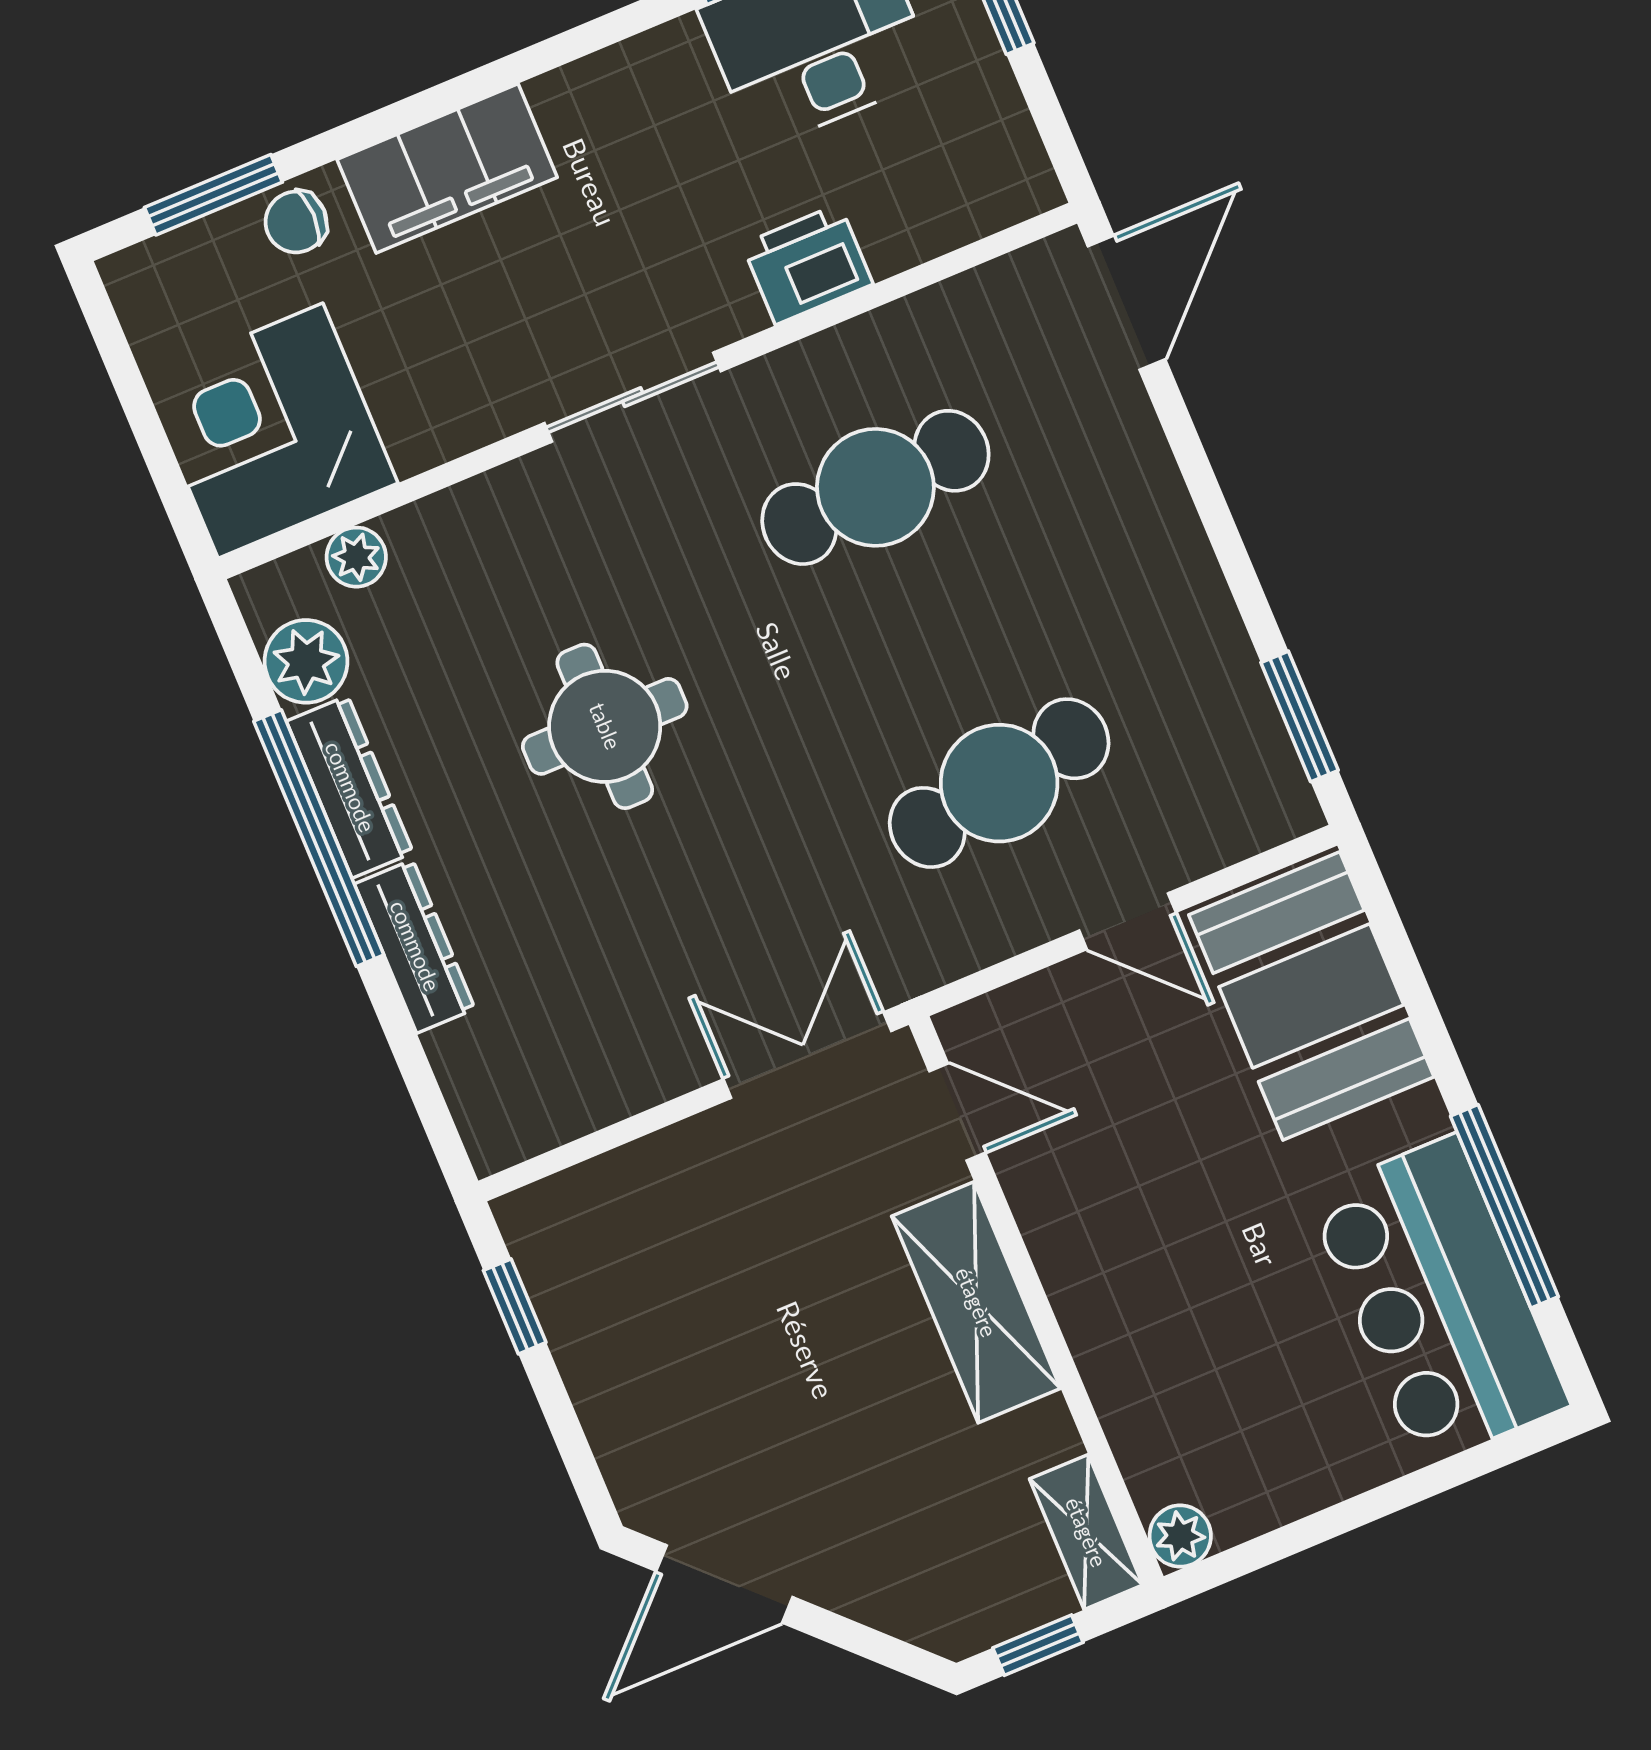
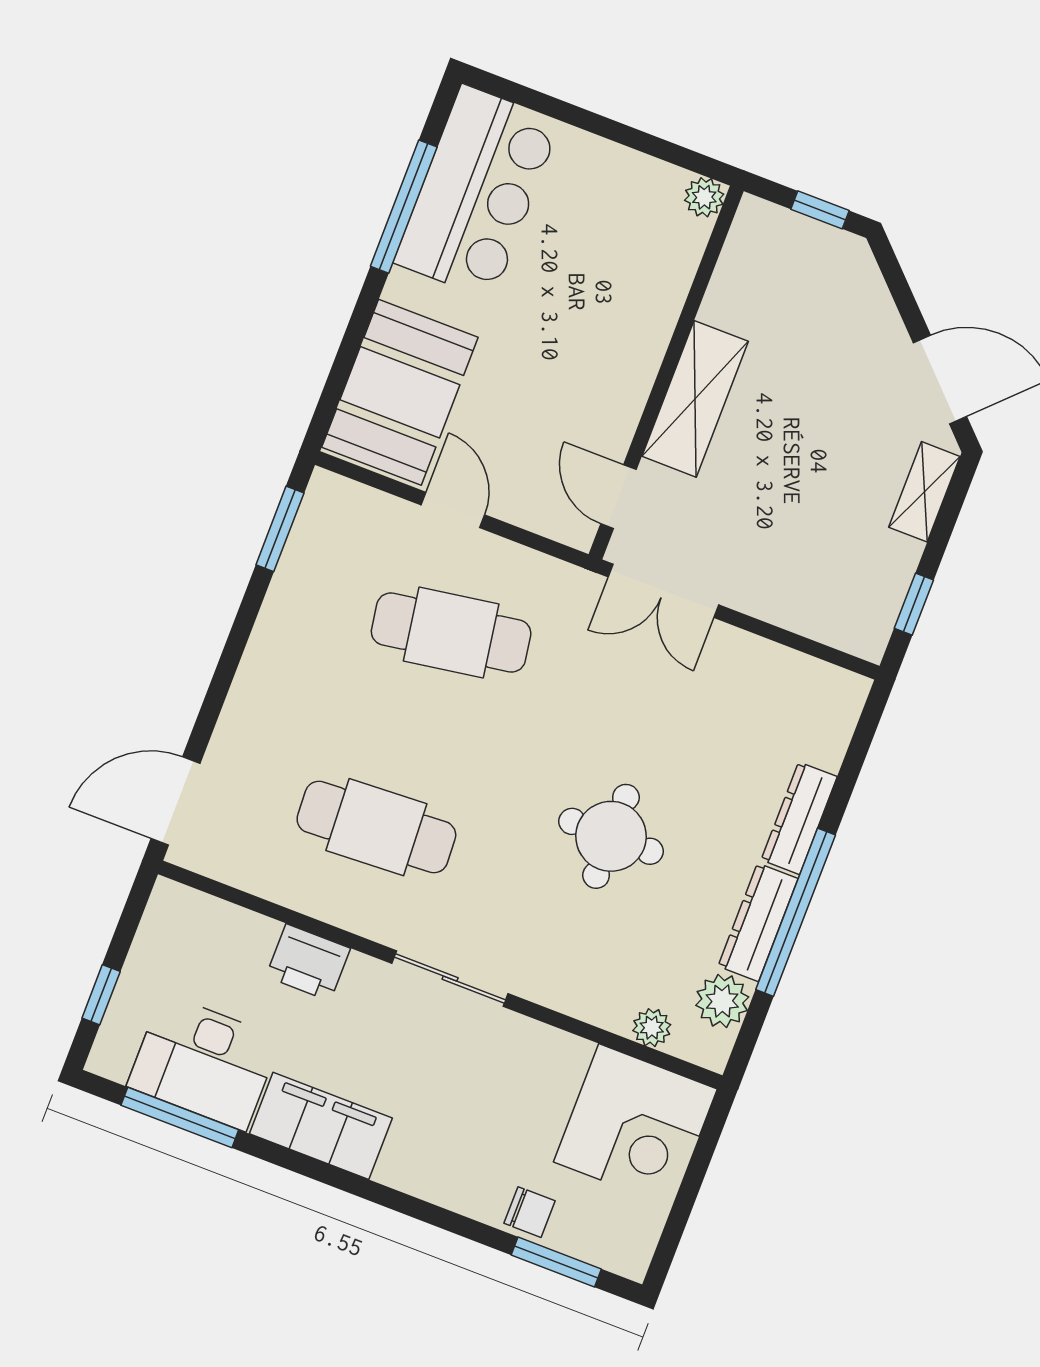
filing cabinet: (447, 168) -> (321, 1126), moved
shelving: (1086, 1532) -> (924, 492), moved

